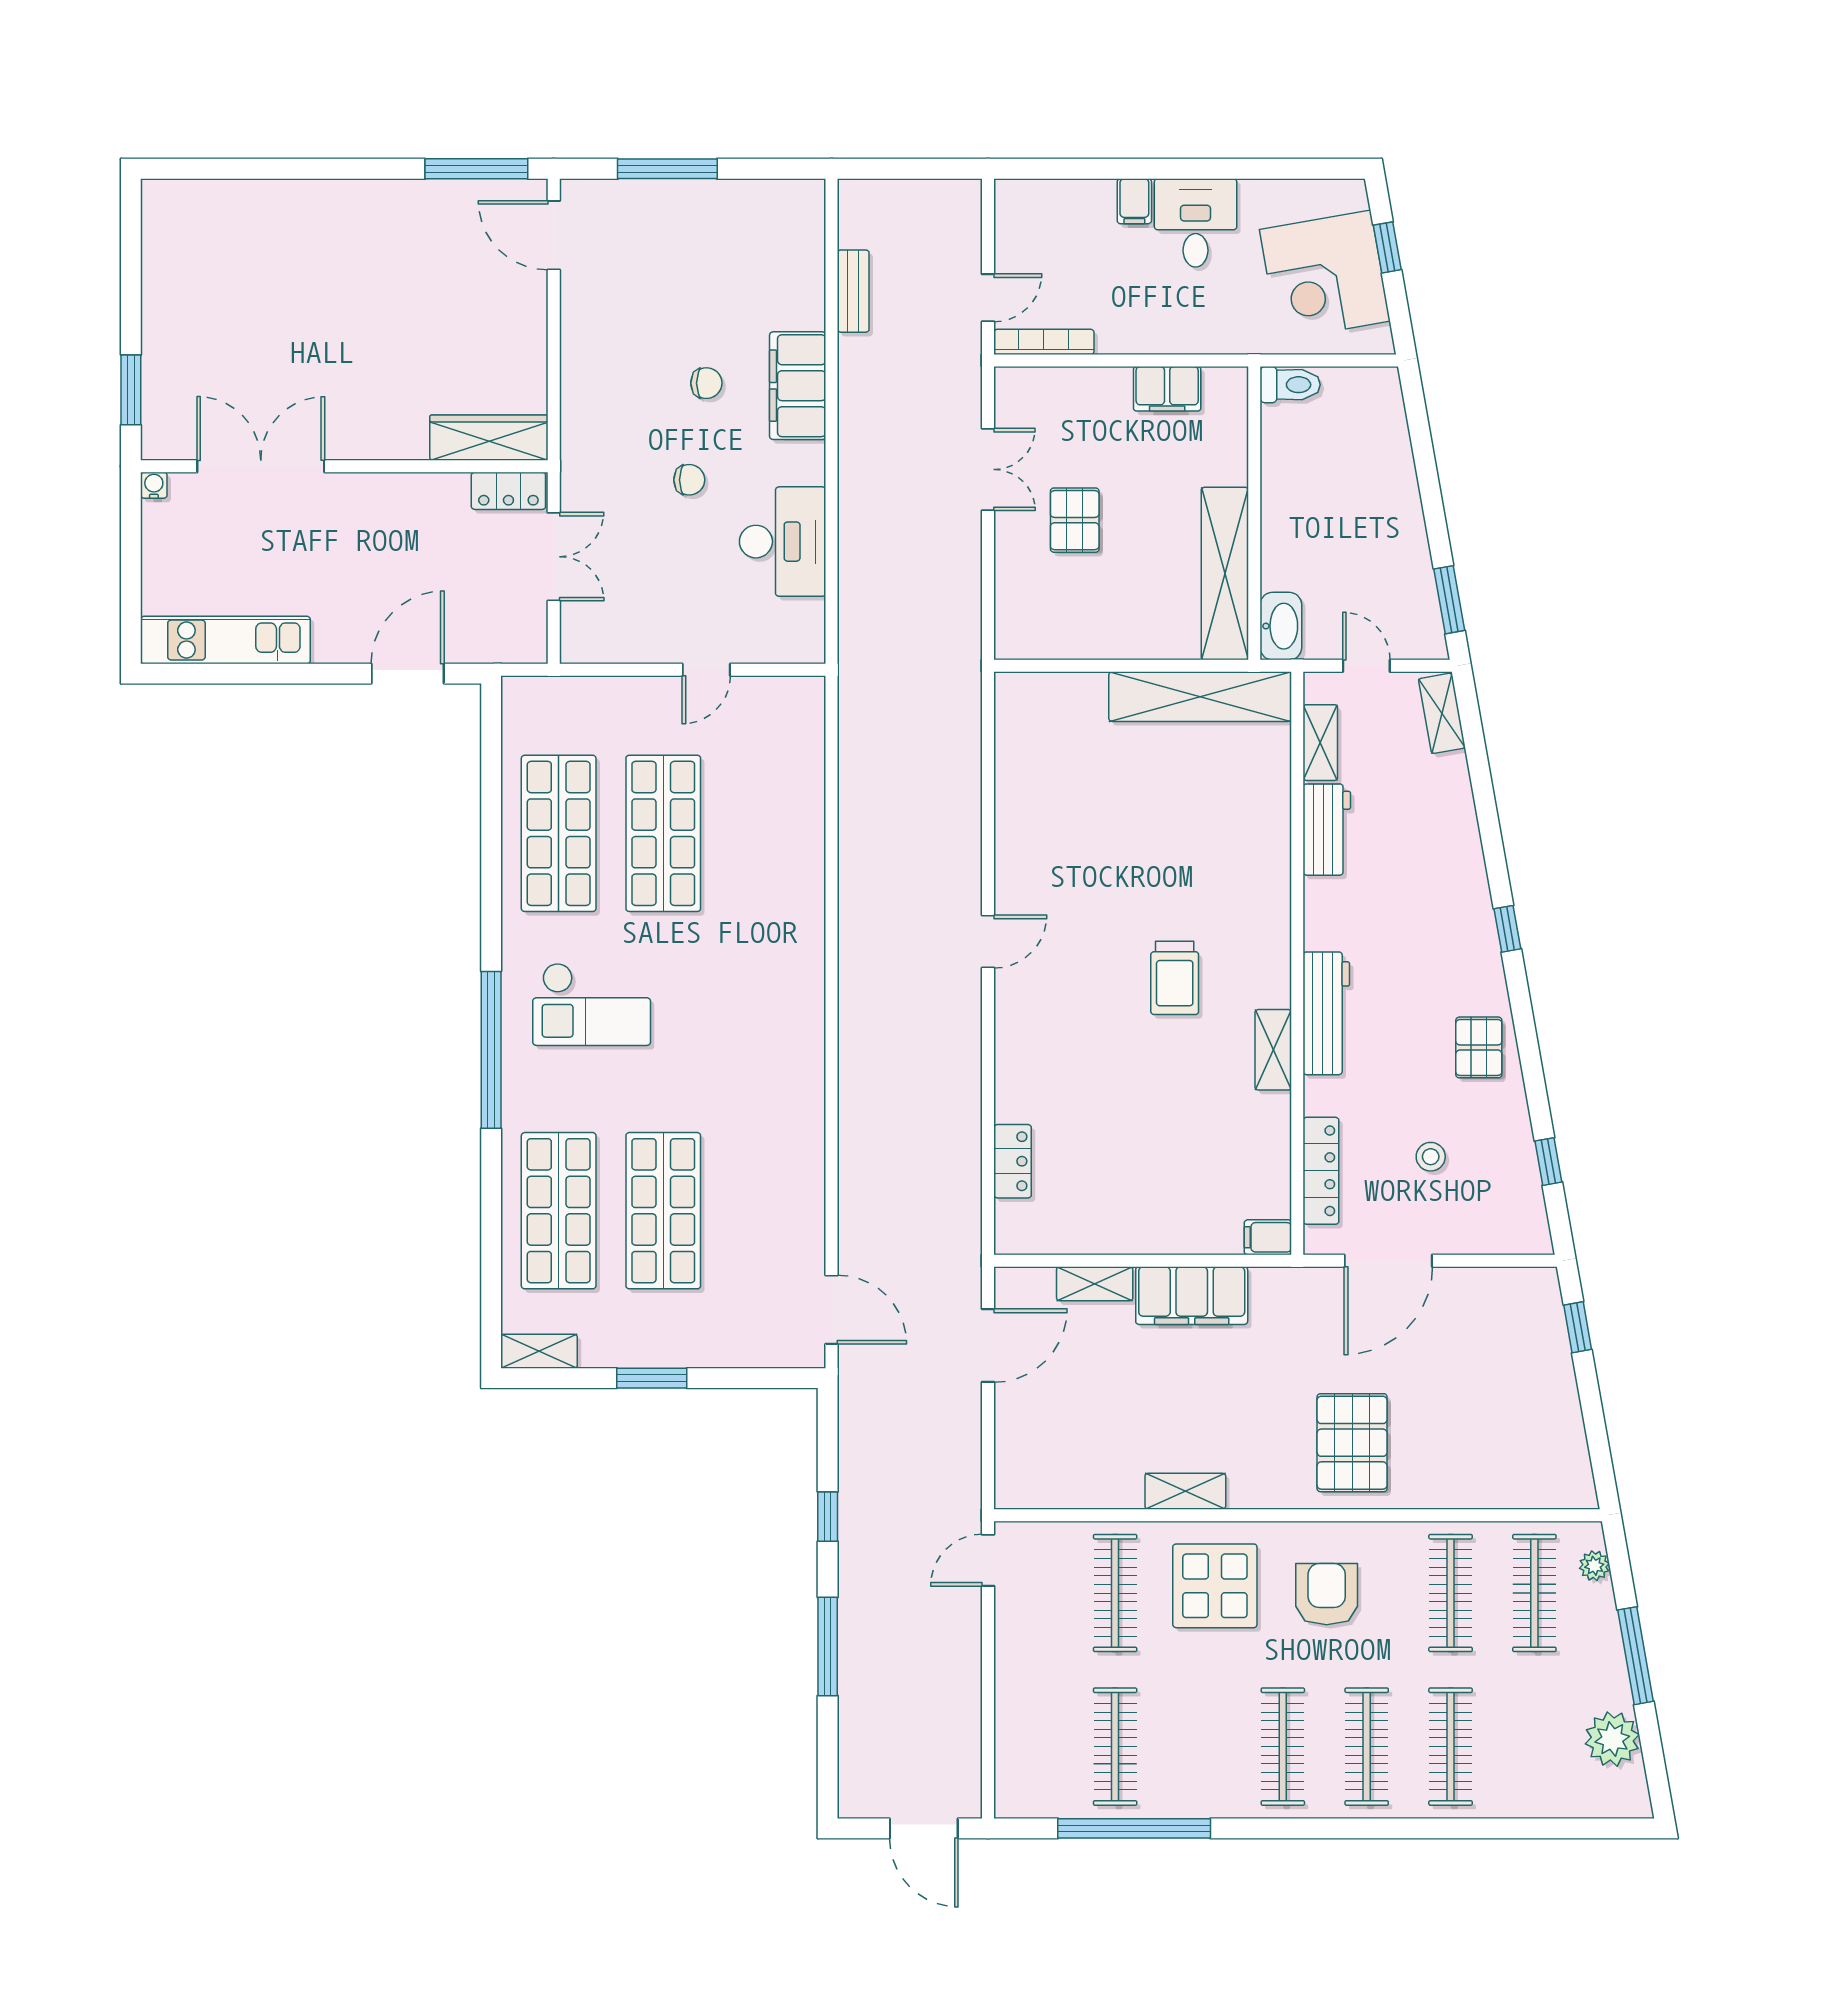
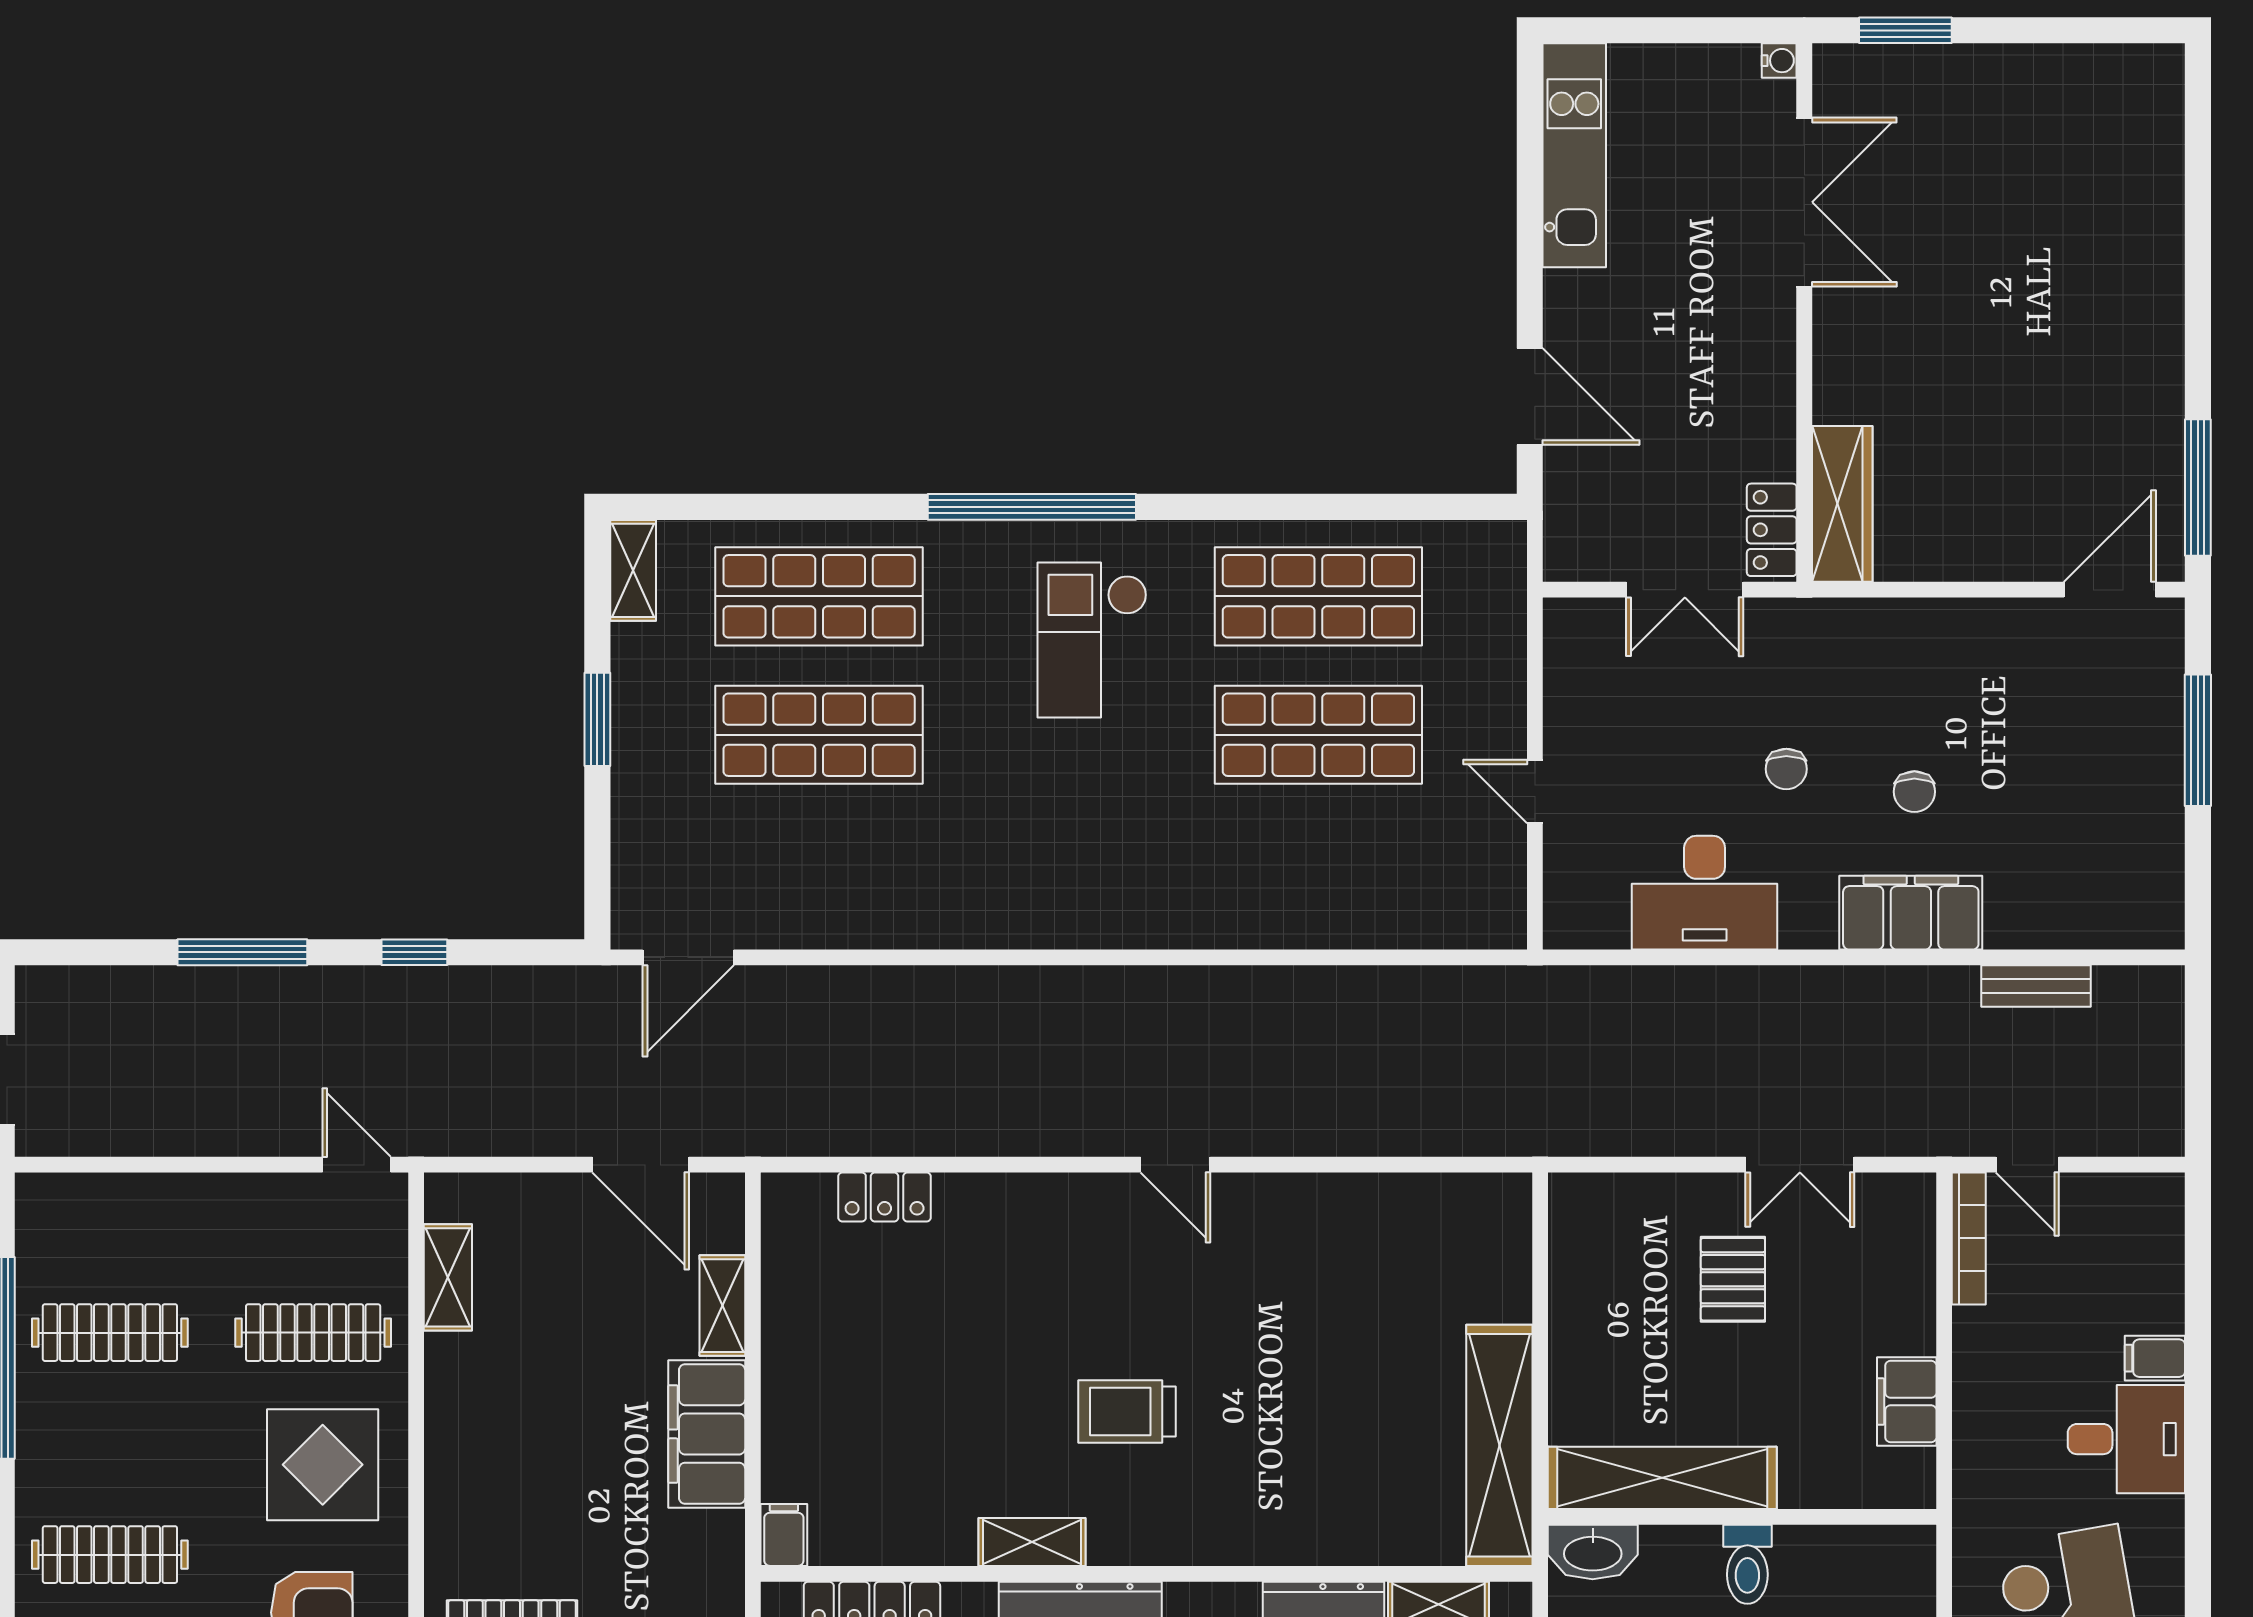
toilet: (1290, 385) -> (1747, 1564), moved
pallet: (1075, 520) -> (1733, 1279), turned 90
shelving: (1185, 1491) -> (448, 1277), moved

